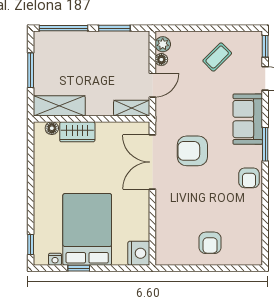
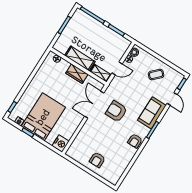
shelving: (59, 106) -> (80, 58), moved
wardrobe: (77, 132) -> (77, 74), moved

